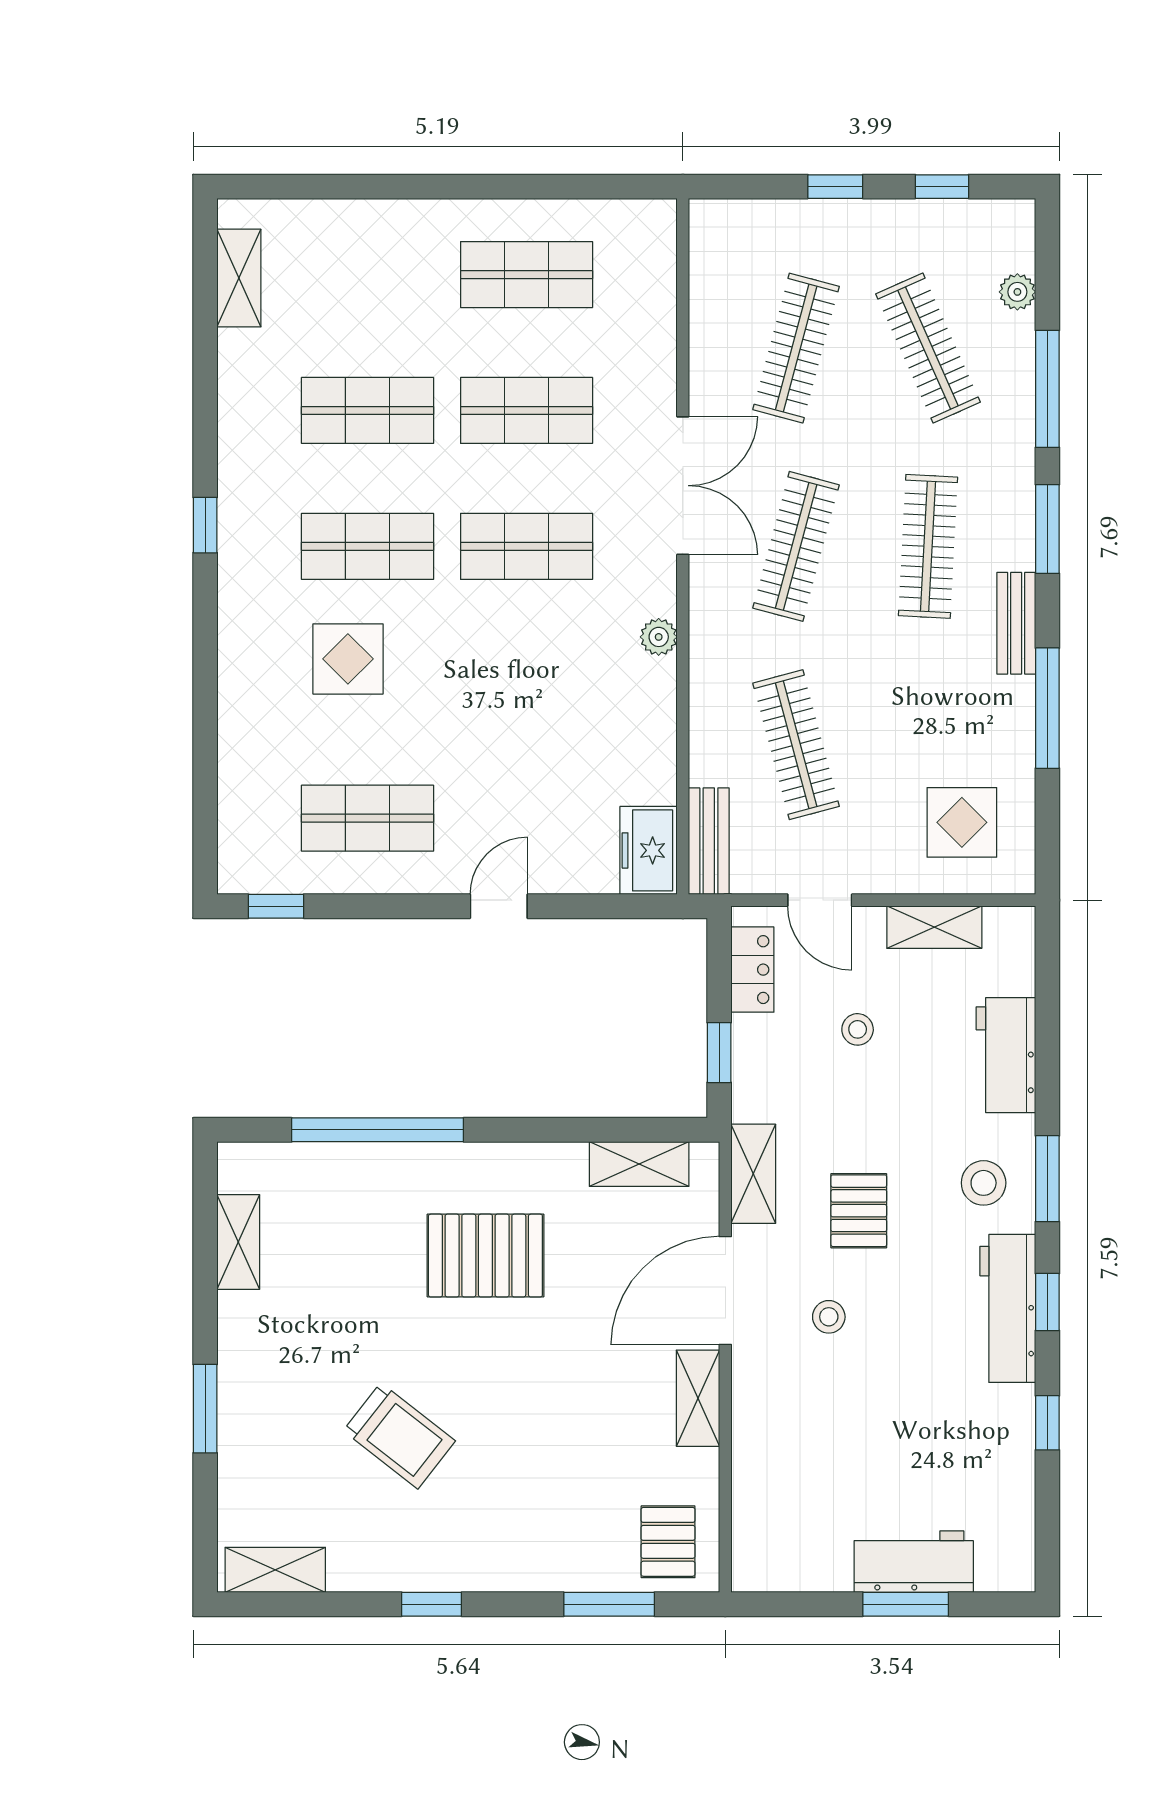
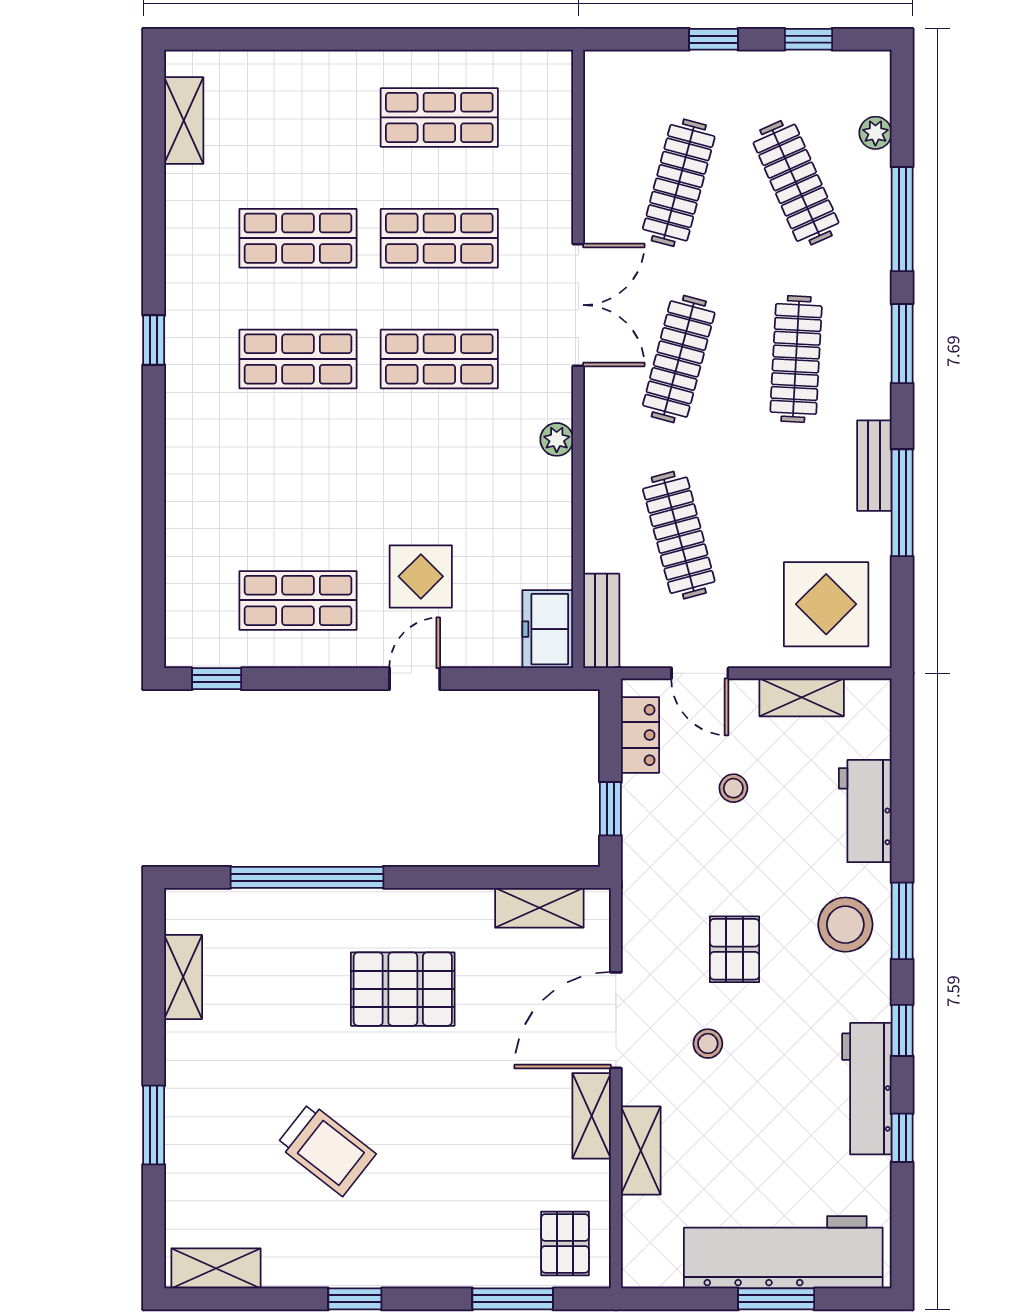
bench: (1016, 623) -> (874, 466), moved
display table: (348, 659) -> (421, 576), moved
display table: (962, 822) -> (826, 604), width x1.36, depth x1.36
shelving: (753, 1174) -> (641, 1151), moved
stool: (984, 1183) -> (845, 925), width x1.38, depth x1.38
workbench: (1008, 1308) -> (867, 1089), moved
workbench: (914, 1562) -> (783, 1252), width x1.88, depth x1.32

